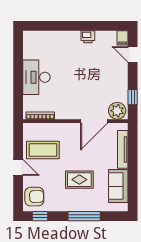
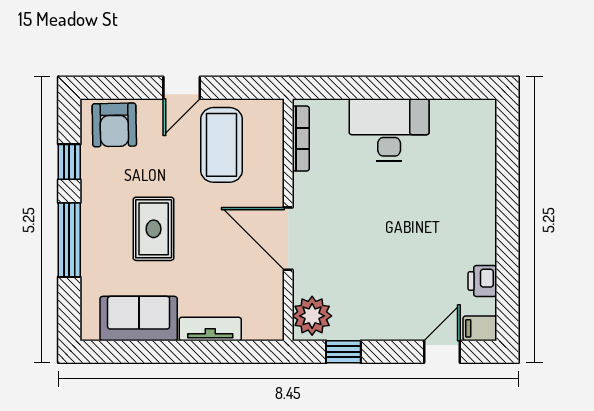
printer: (88, 37) -> (482, 281), moved
door: (94, 121) -> (288, 239), moved
tv unit: (123, 149) -> (210, 329), width x0.71
window: (40, 216) -> (69, 162), moved

